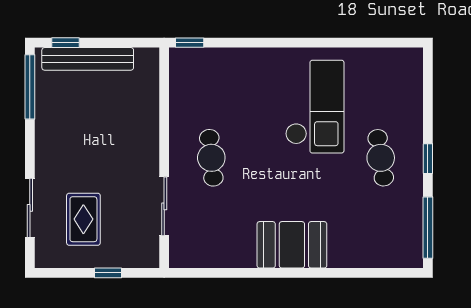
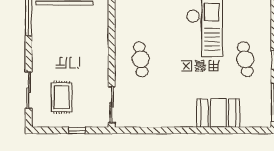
sliding door: (164, 206) -> (112, 105), moved
booth: (292, 245) -> (218, 113), moved

